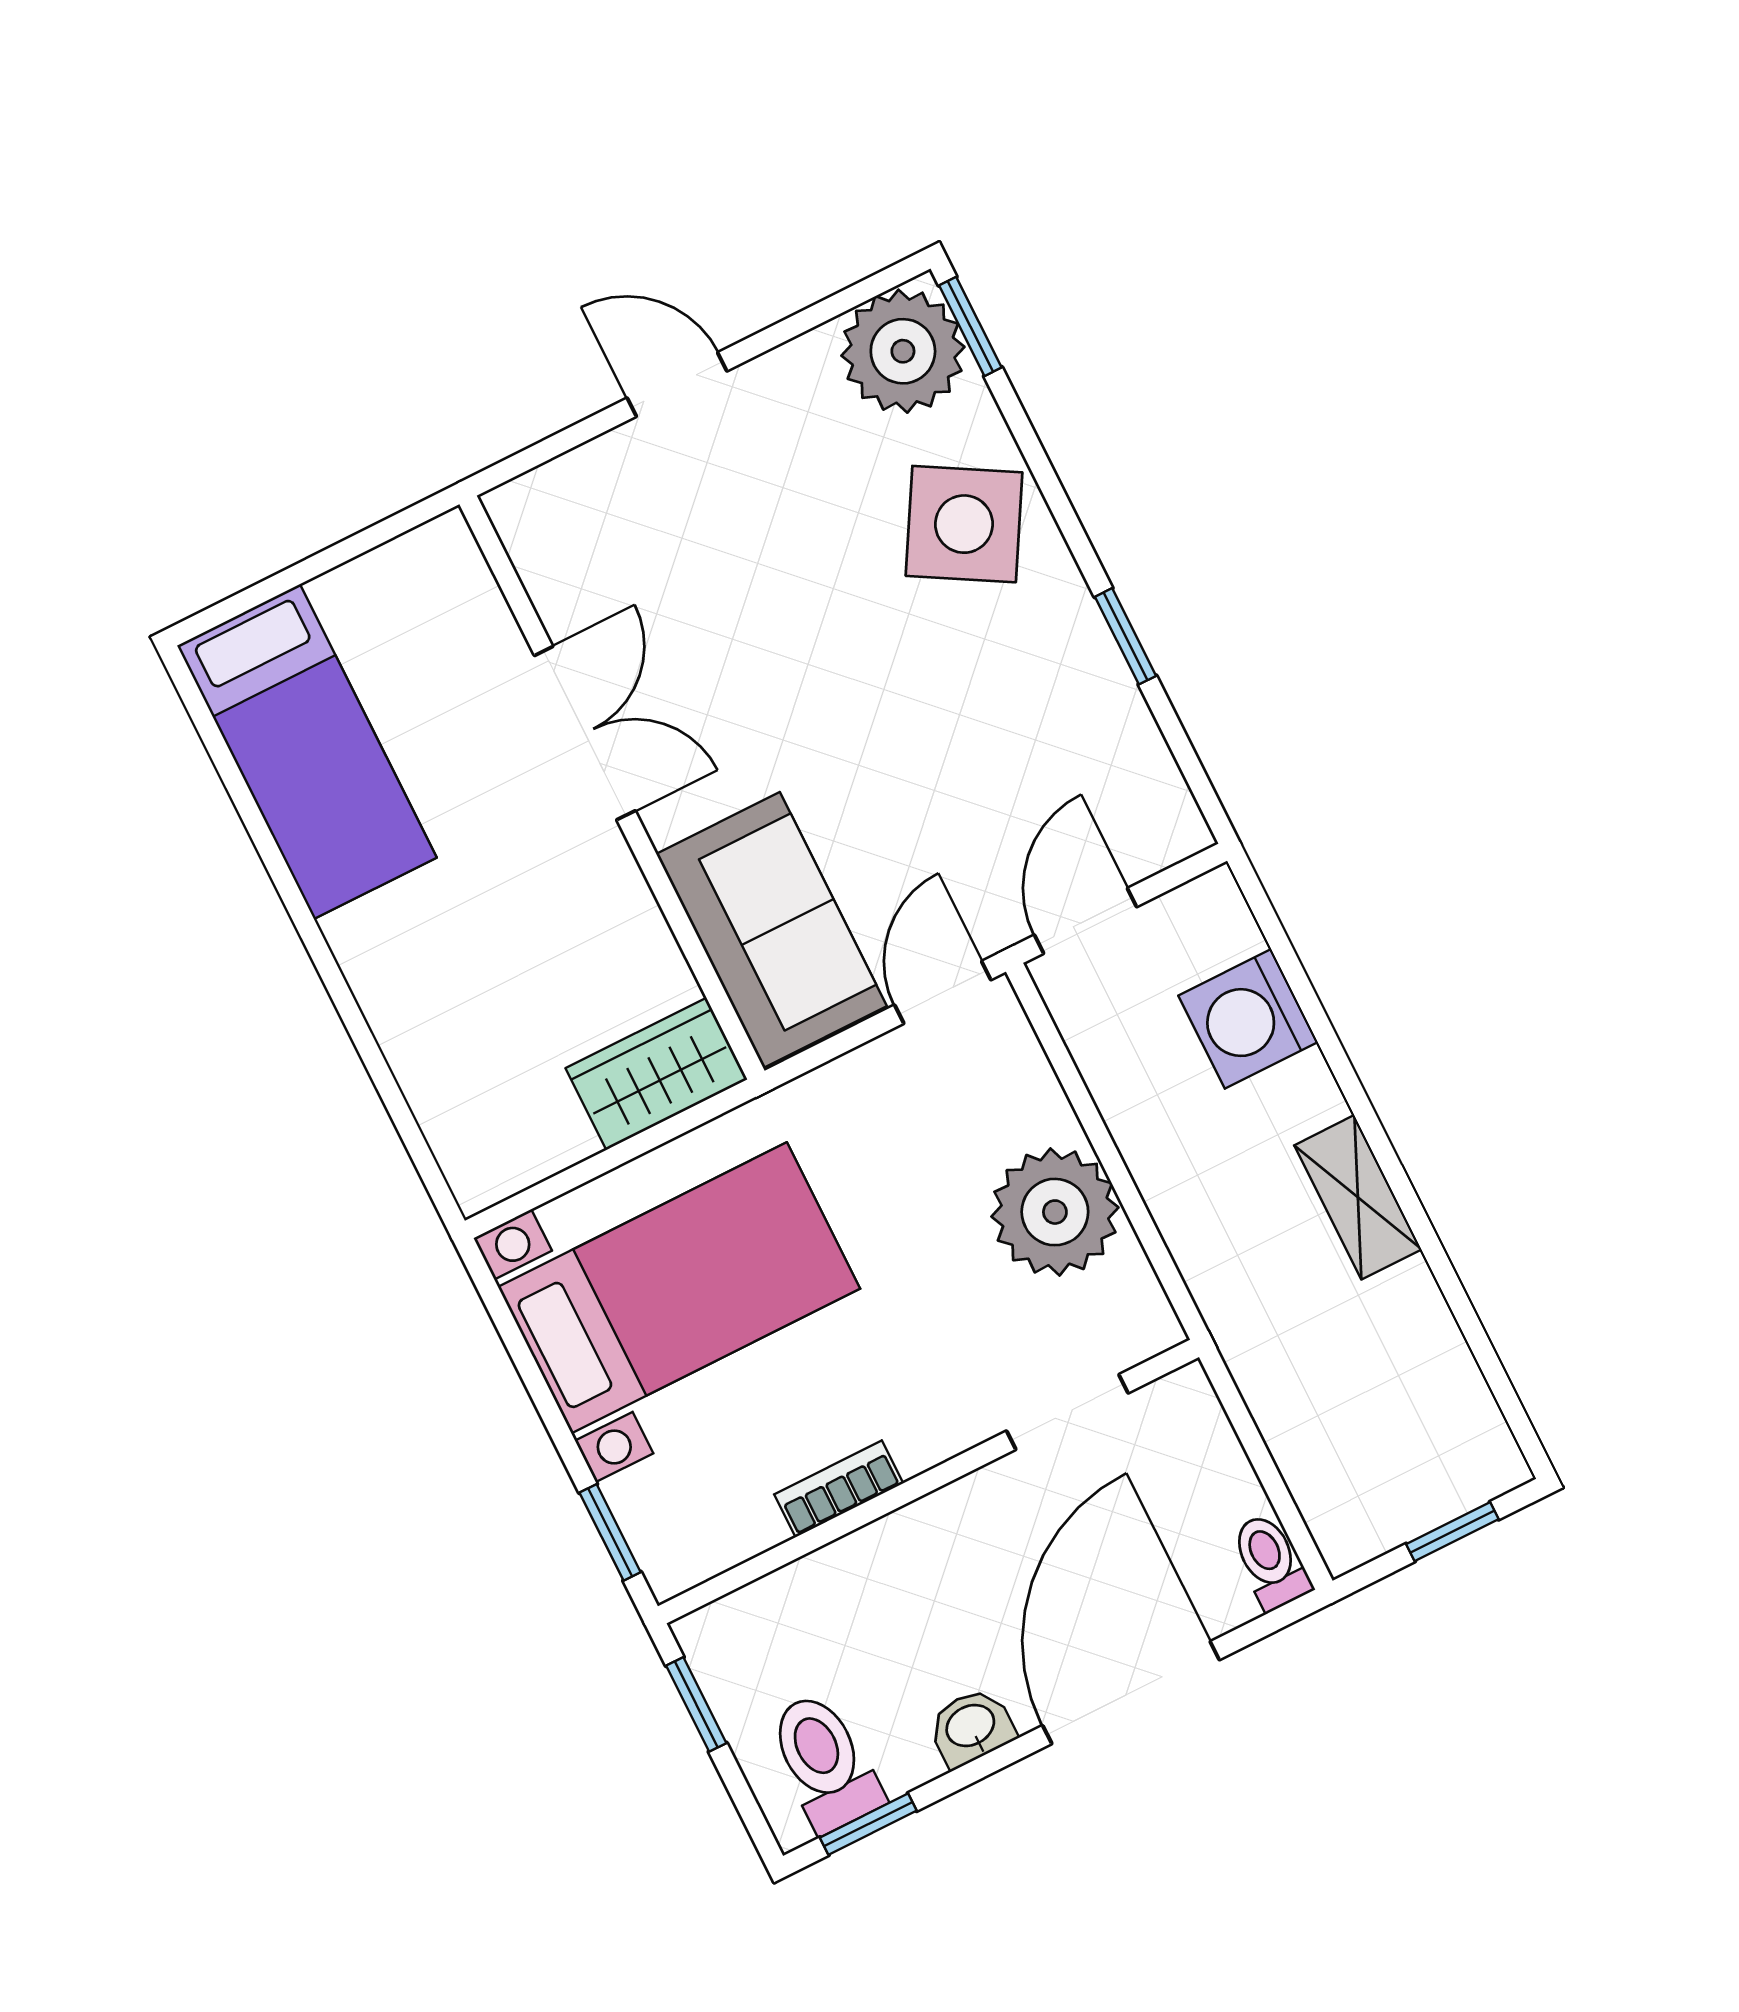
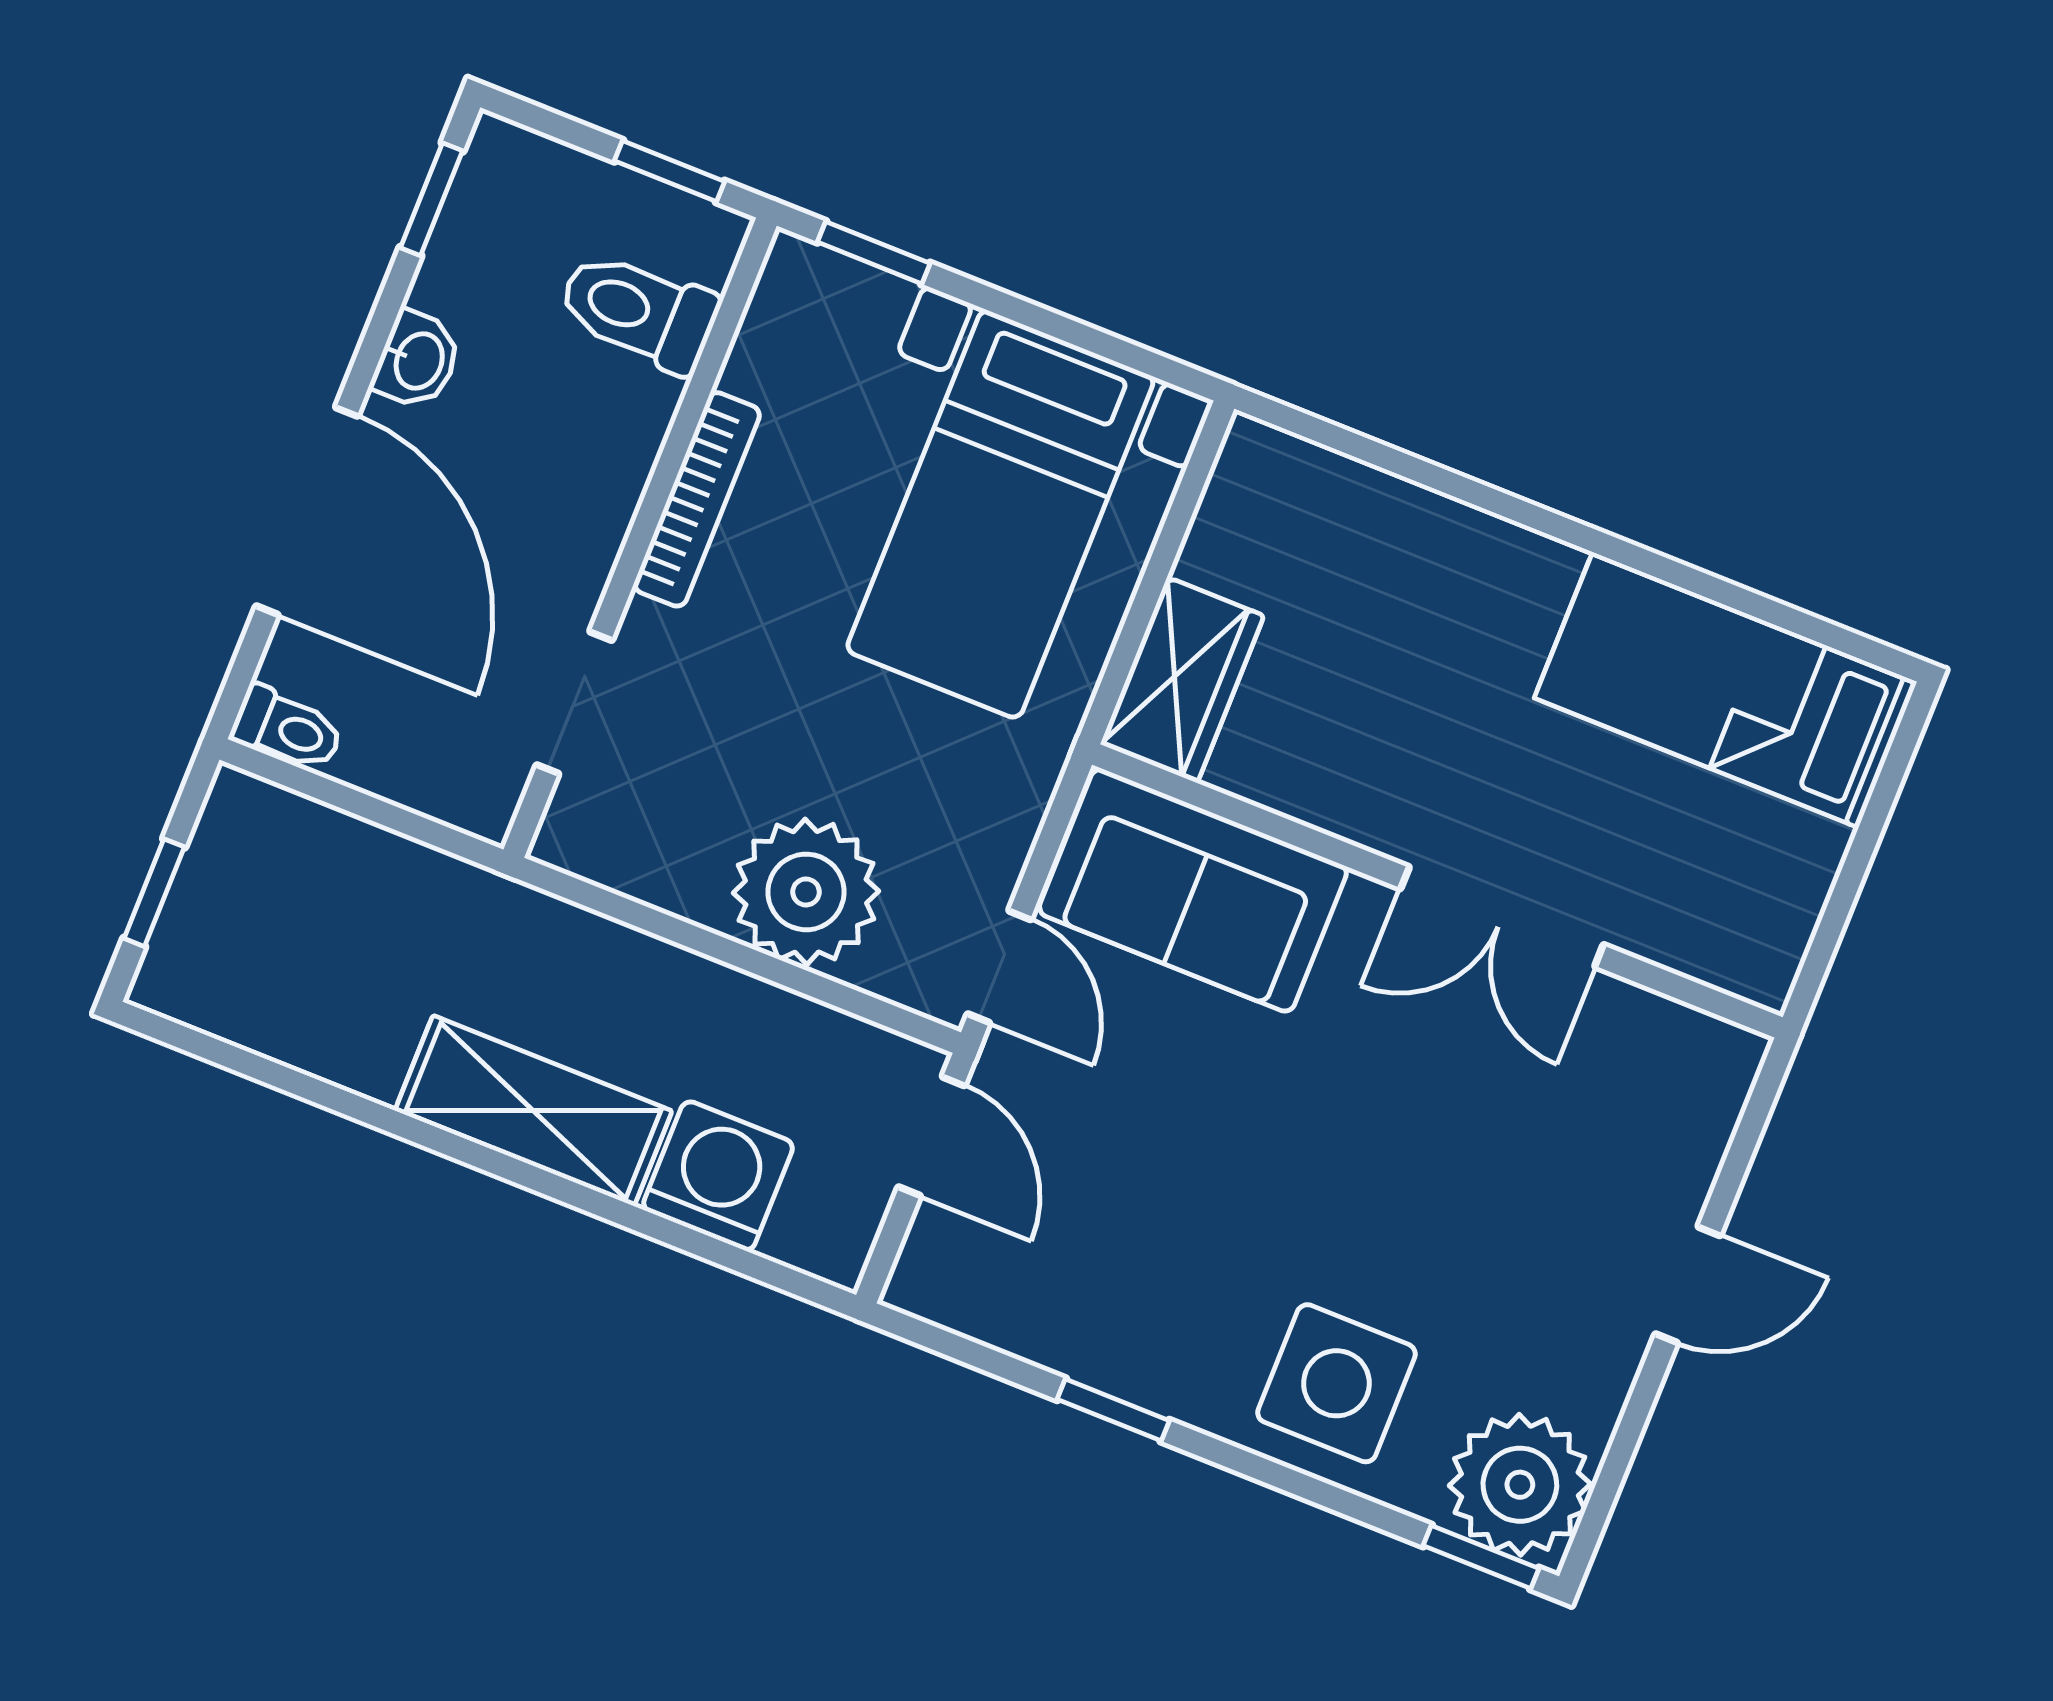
side table: (964, 524) -> (1336, 1383), turned -30
shelving: (1358, 1197) -> (533, 1111), width x1.50, depth x1.33
plant: (1055, 1212) -> (806, 892), moved
bookcase: (839, 1489) -> (697, 499), width x1.56
toilet: (825, 1762) -> (638, 311), moved, turned 180

